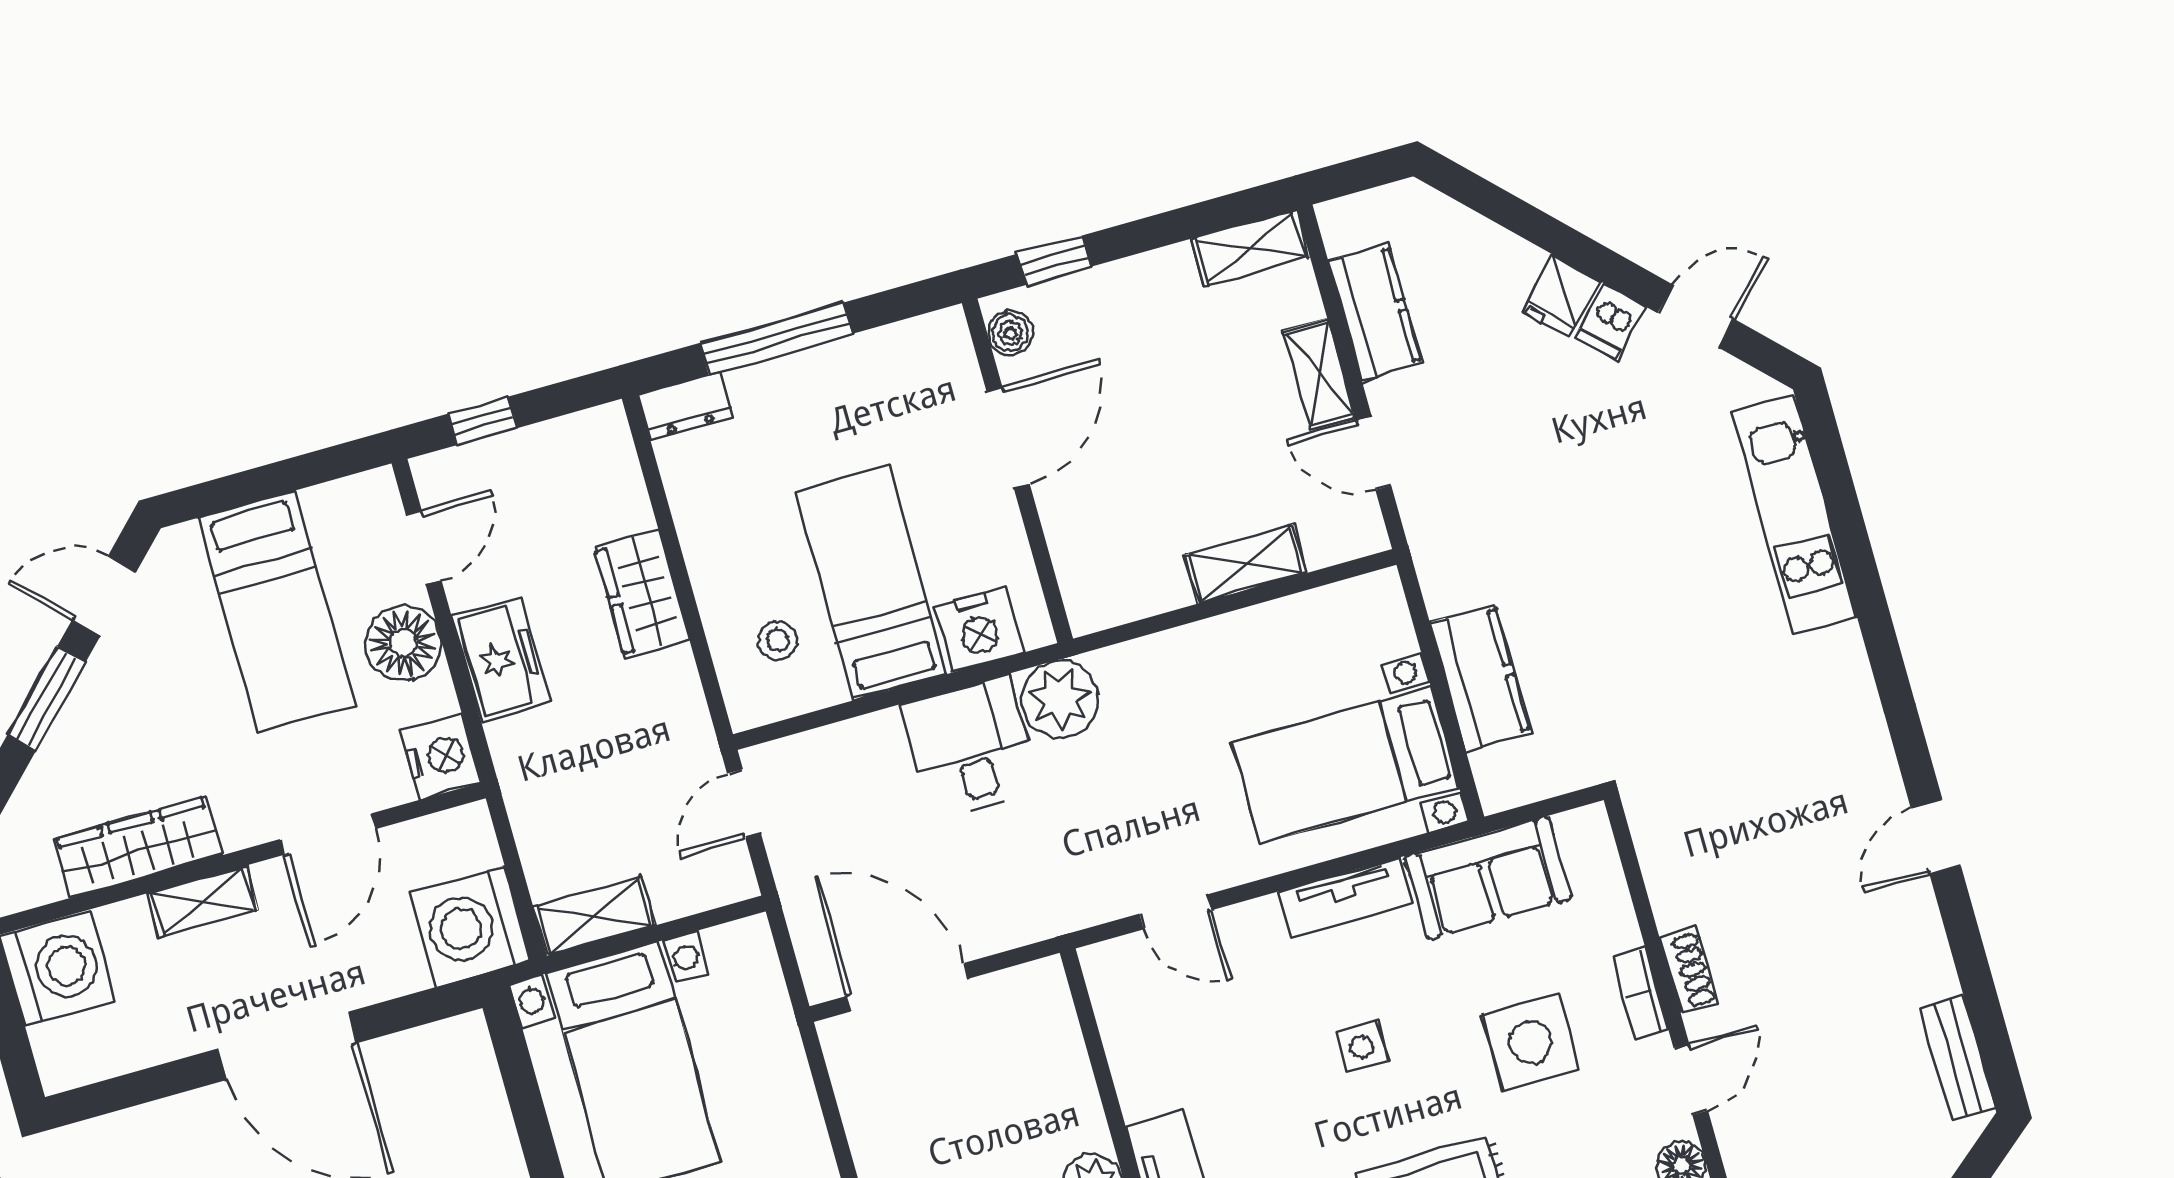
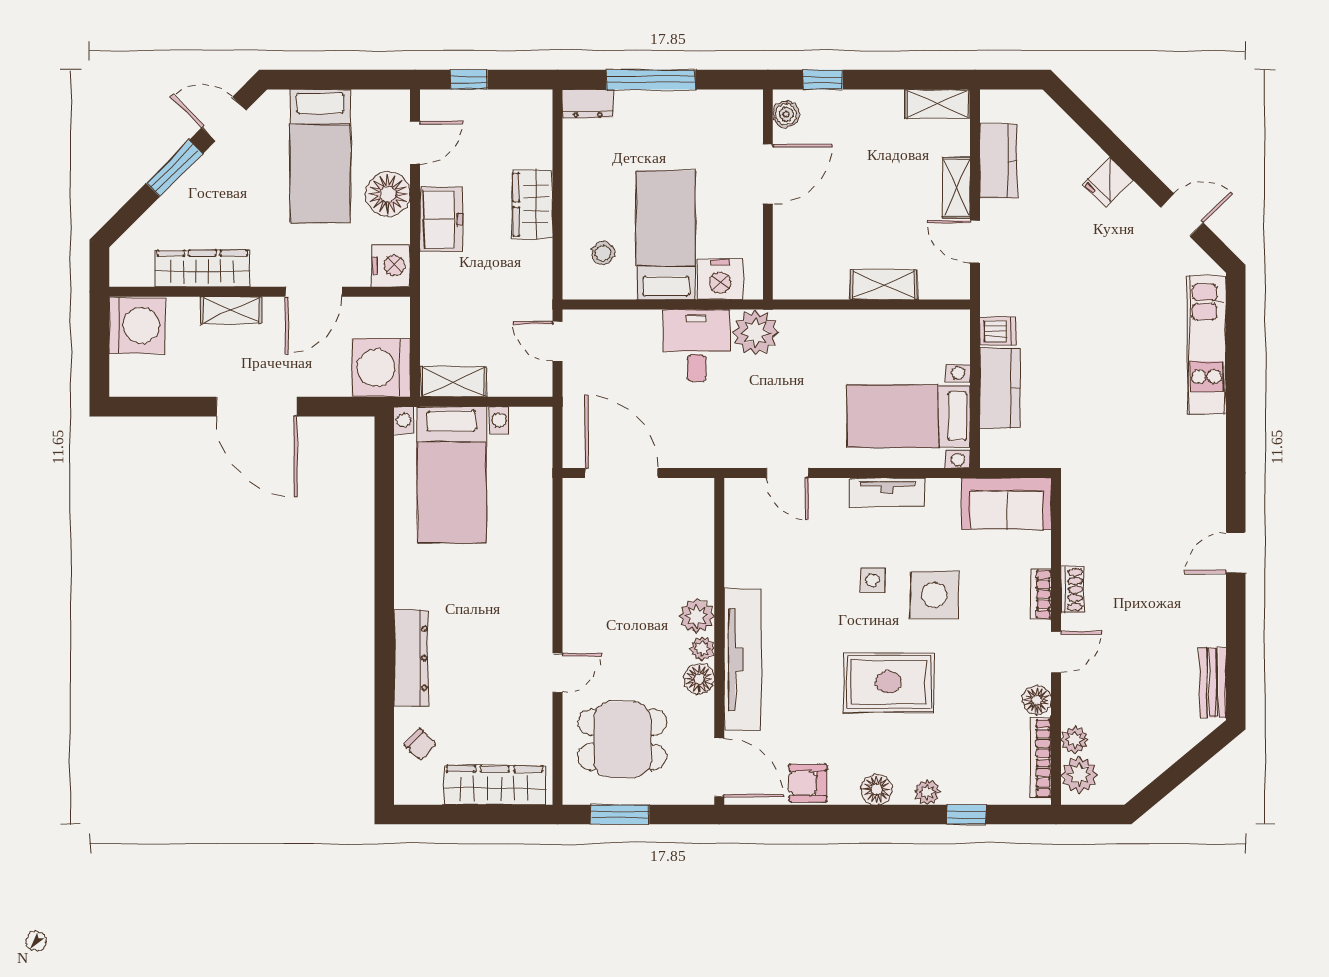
dishwasher: (1610, 322) -> (998, 331), moved, turned -135
door: (744, 804) -> (557, 341), hinge flipped
sofa: (1488, 878) -> (1006, 504), moved
side table: (1531, 1042) -> (934, 595), moved

